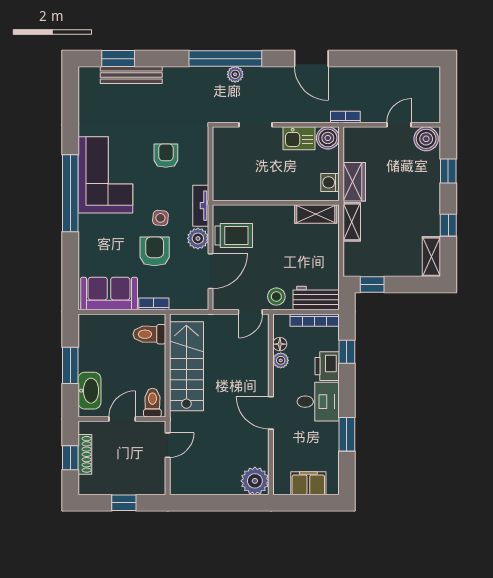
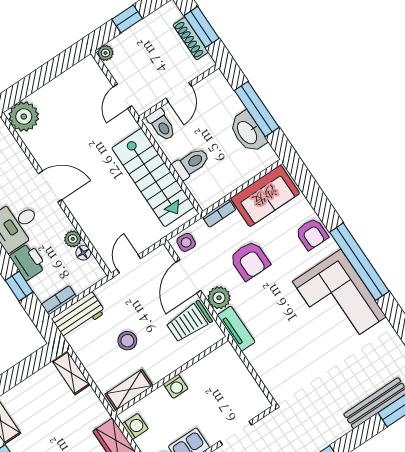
armchair: (166, 156) -> (312, 234), moved
washing machine: (278, 192) -> (176, 386), added
side table: (160, 218) -> (186, 242), moved
shelving: (352, 222) -> (71, 373), moved
window: (372, 285) -> (37, 361), removed
stool: (276, 297) -> (127, 341), moved
bookcase: (315, 320) -> (59, 300), width x0.64
toilet: (149, 334) -> (191, 163), moved
window: (70, 365) -> (257, 109), width x1.44
washbasin: (89, 391) -> (248, 132), moved
window: (70, 458) -> (202, 27), width x1.50
plant: (158, 488) -> (105, 53), added

